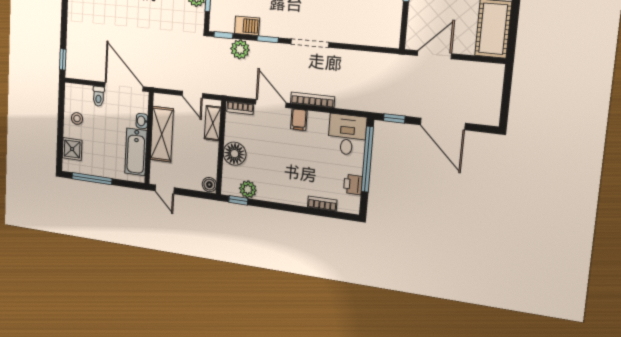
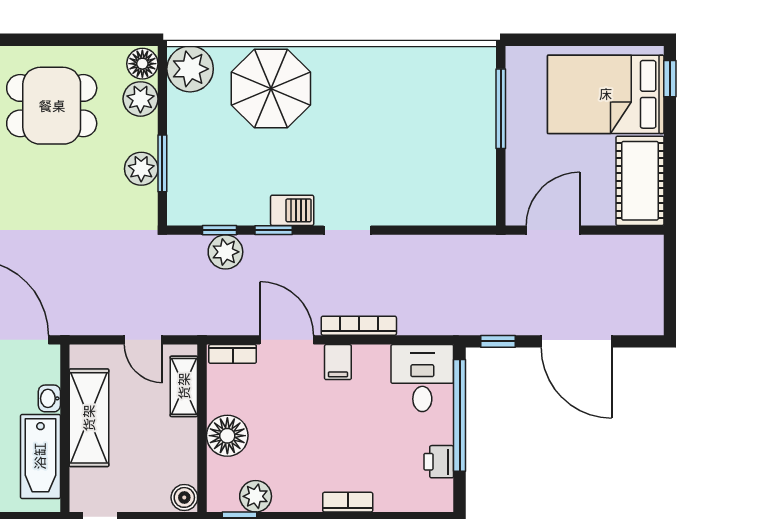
barbecue: (247, 26) -> (292, 210), moved
window: (223, 35) -> (219, 230), moved
doorway: (310, 43) -> (347, 230), width x0.73
bookcase: (322, 204) -> (348, 502), moved

